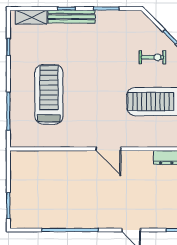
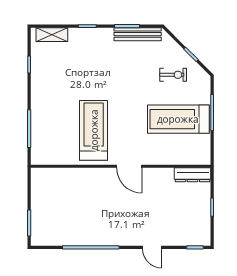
bench: (72, 17) -> (138, 34), moved
treadmill: (49, 94) -> (94, 130), moved

